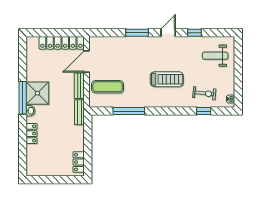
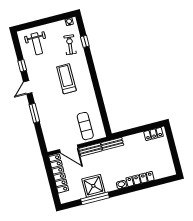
door: (168, 33) -> (28, 87), hinge flipped
shower: (37, 93) -> (93, 186), moved
window: (23, 98) -> (95, 198), moved
window: (129, 111) -> (101, 103), removed
locker: (32, 134) -> (140, 179), width x1.53

